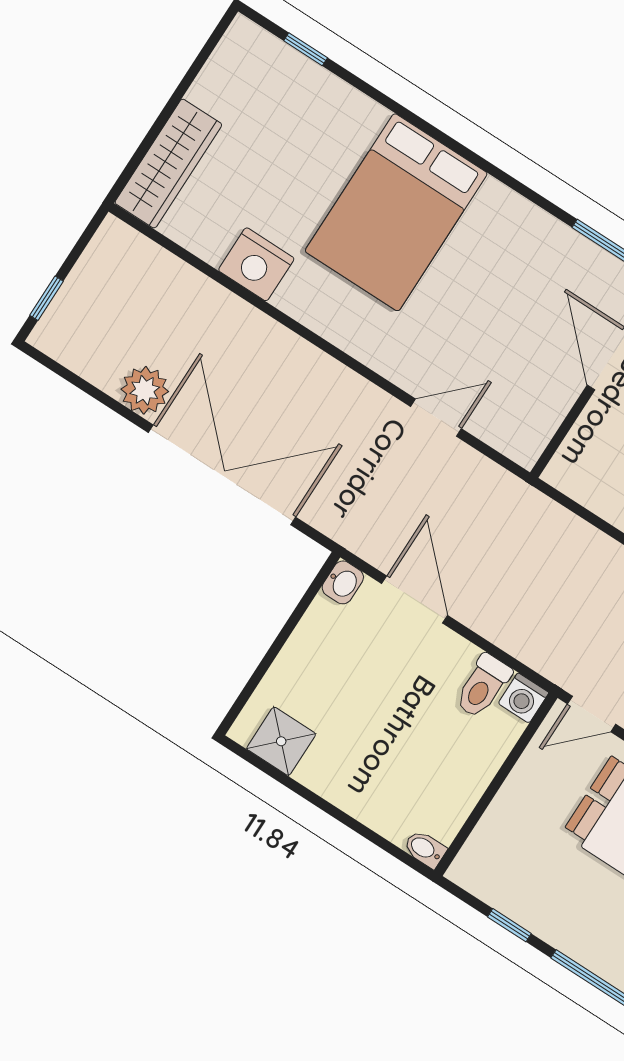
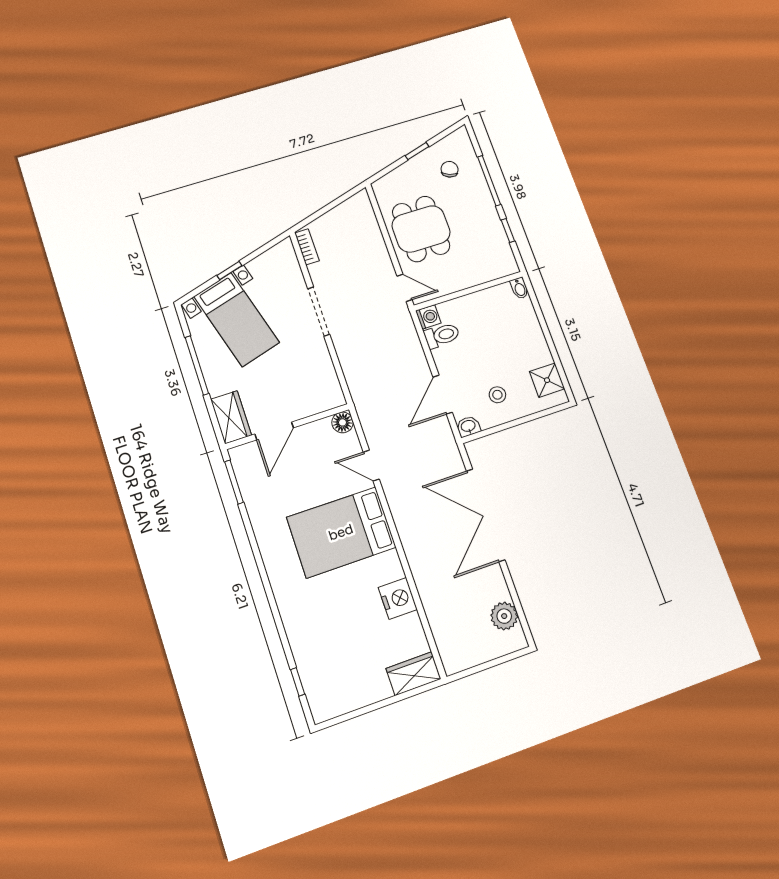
wardrobe: (168, 164) -> (413, 674), width x0.67
bed: (396, 212) -> (341, 532), moved, turned 180
window: (47, 298) -> (505, 659), removed
plant: (145, 390) -> (504, 616), moved
floor lamp: (524, 446) -> (342, 422), added
stool: (336, 662) -> (497, 395), added

